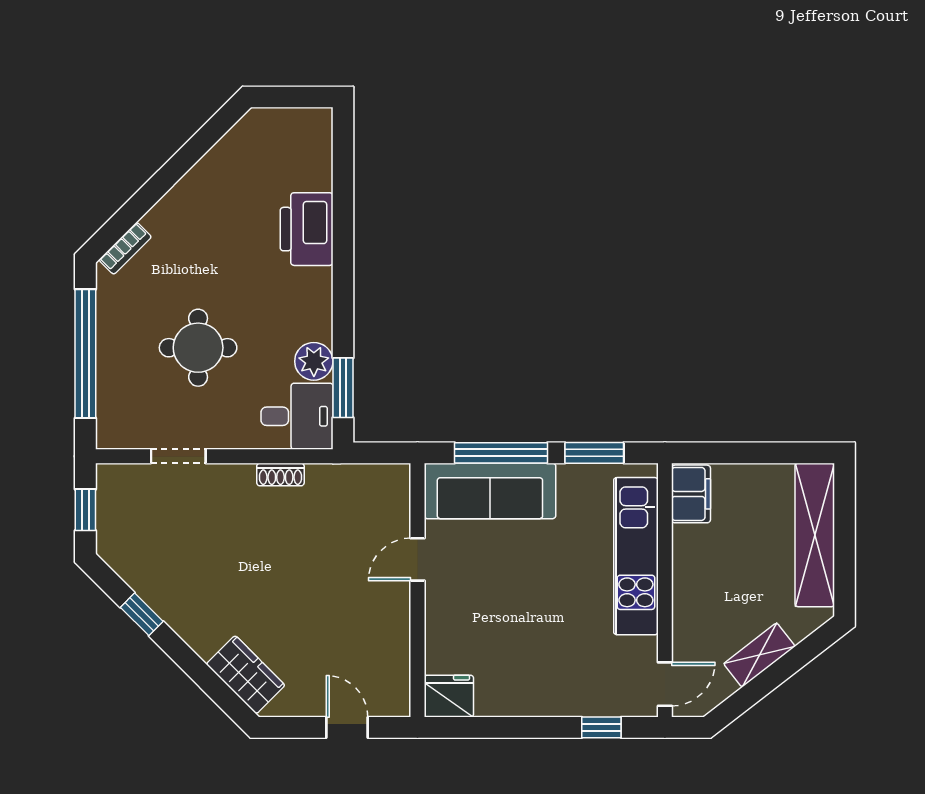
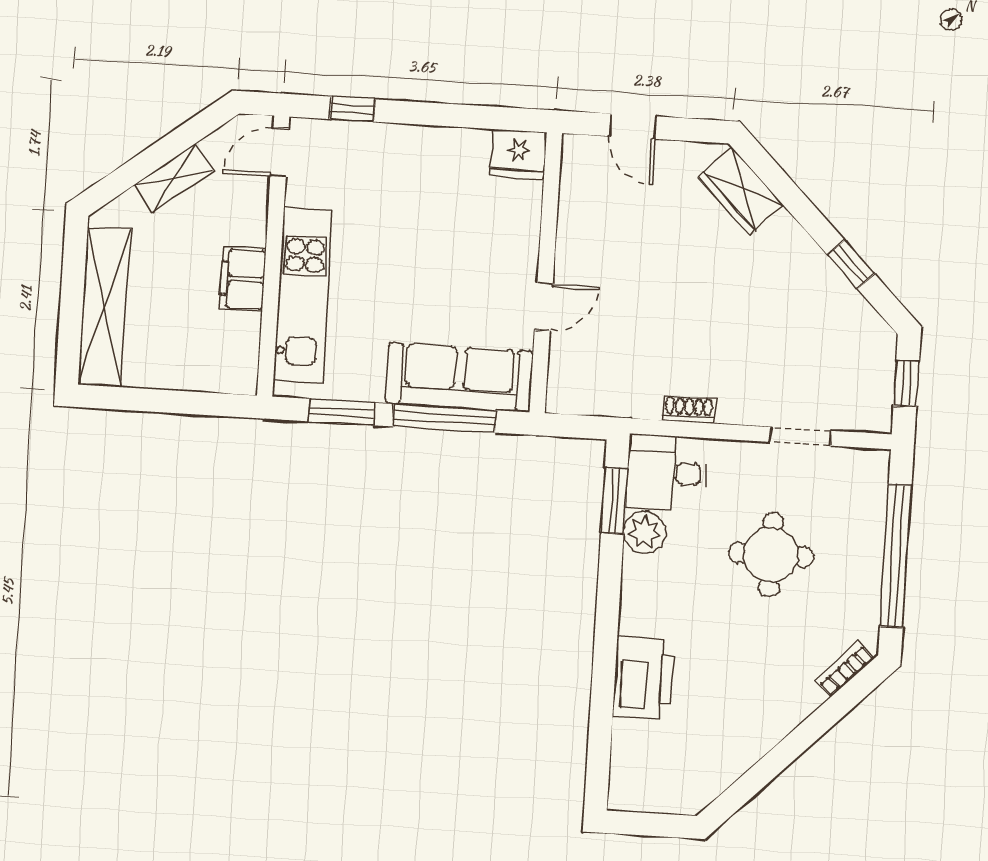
filing cabinet: (691, 494) -> (243, 279), moved

